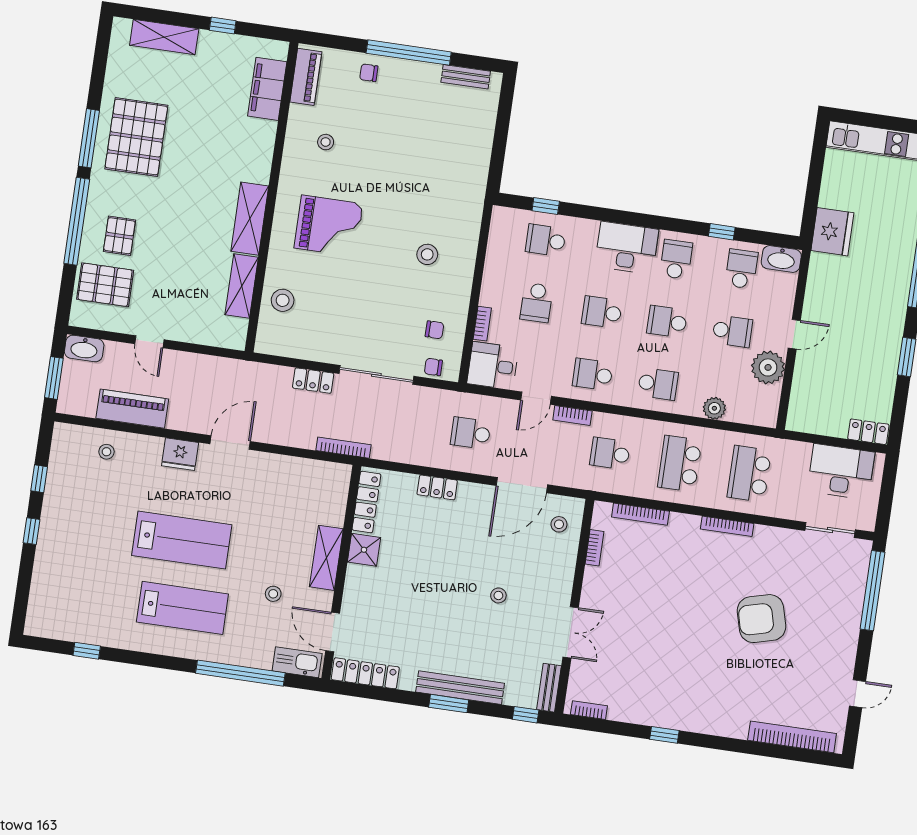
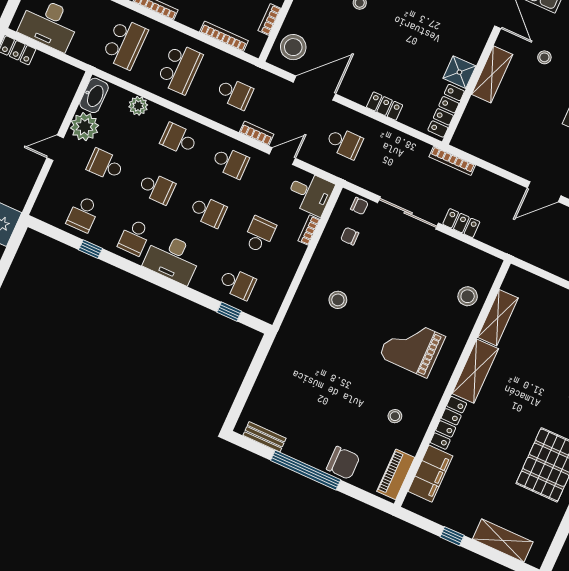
chair: (369, 73) -> (343, 463), width x1.87, depth x1.87
locker: (263, 152) -> (448, 423), added
washbasin: (781, 259) -> (94, 95), moved, turned 90
stool: (559, 524) -> (293, 47), width x1.89, depth x1.89

